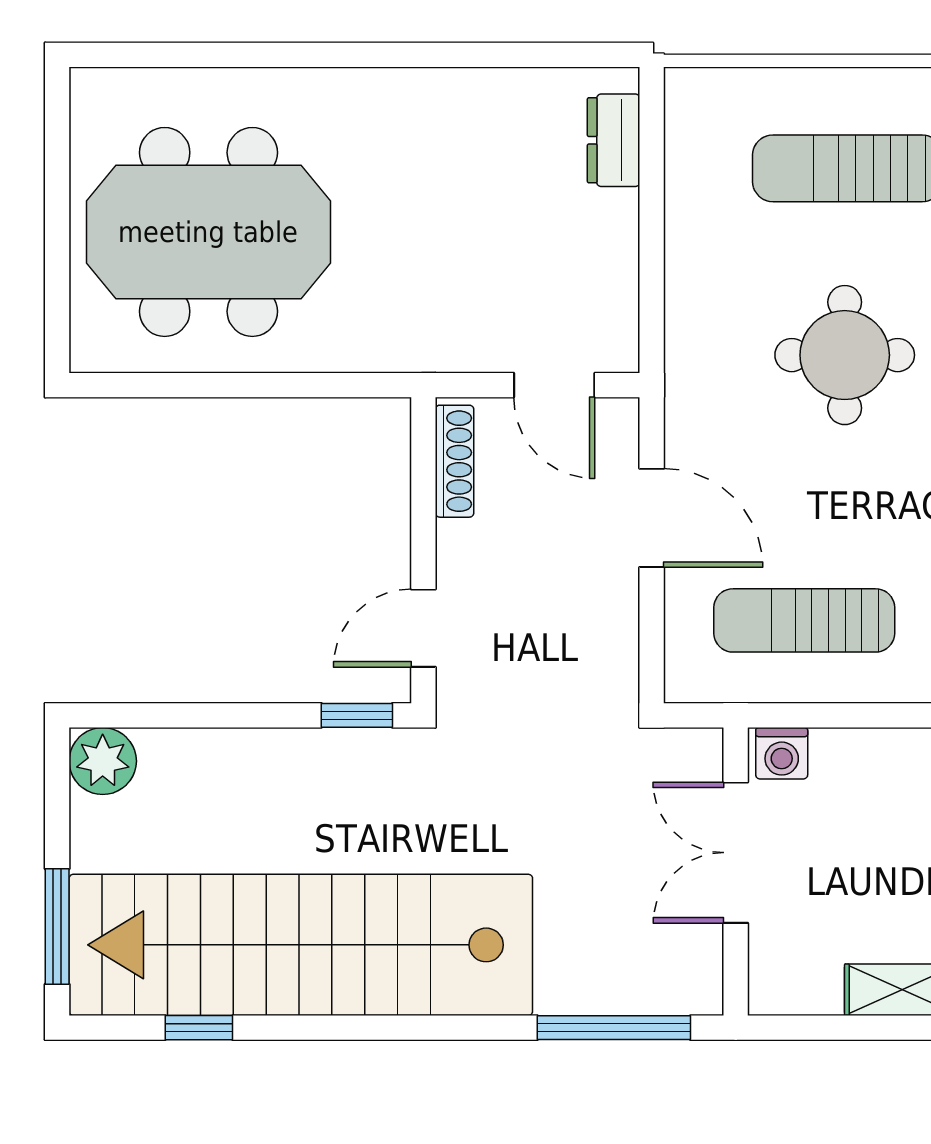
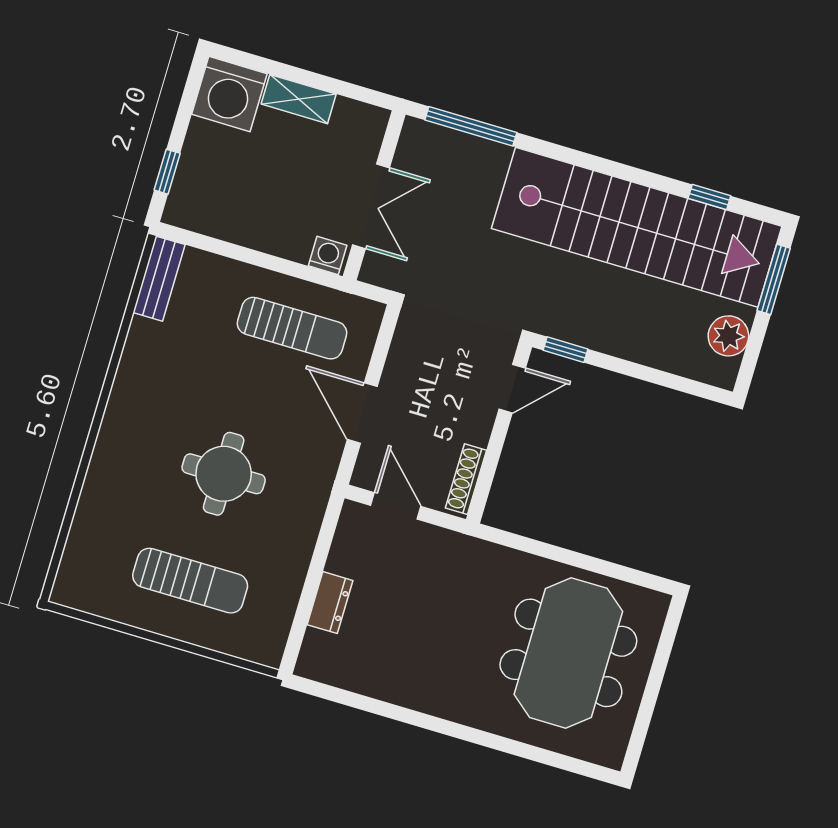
dresser: (614, 140) -> (330, 603), moved
meeting table: (208, 232) -> (568, 653), turned 90
plant: (103, 761) -> (728, 336), moved

